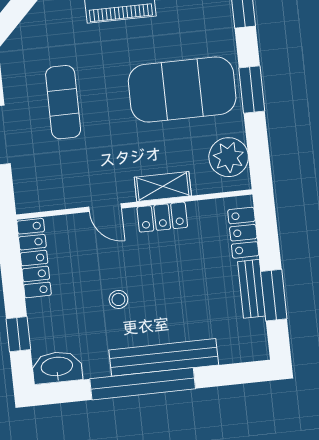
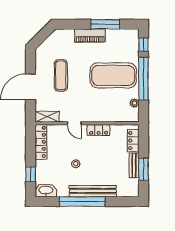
window: (252, 90) -> (143, 79), width x2.11
plant: (229, 157) -> (134, 103), width x0.53, depth x0.53
shelving: (163, 186) -> (47, 117), moved

